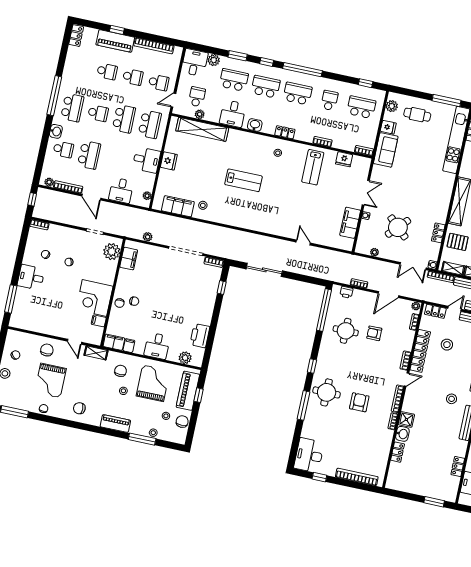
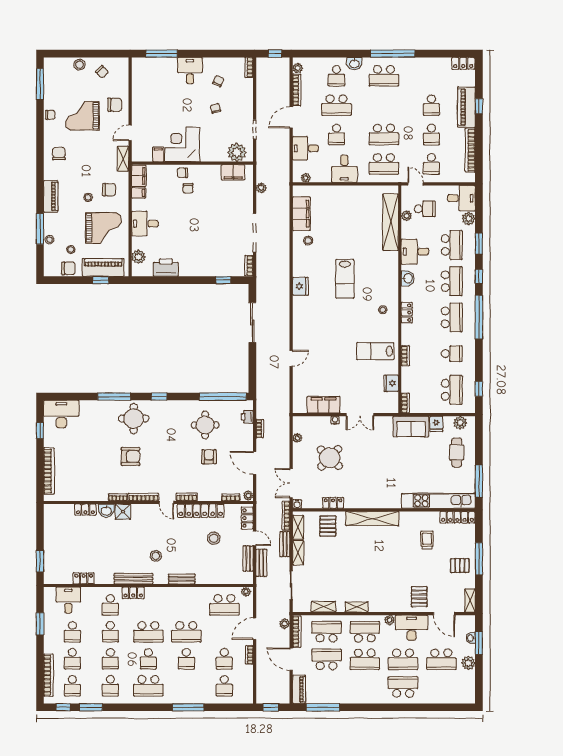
school desk: (98, 113) -> (336, 135), moved
fridge: (169, 161) -> (300, 286), moved, turned -90

